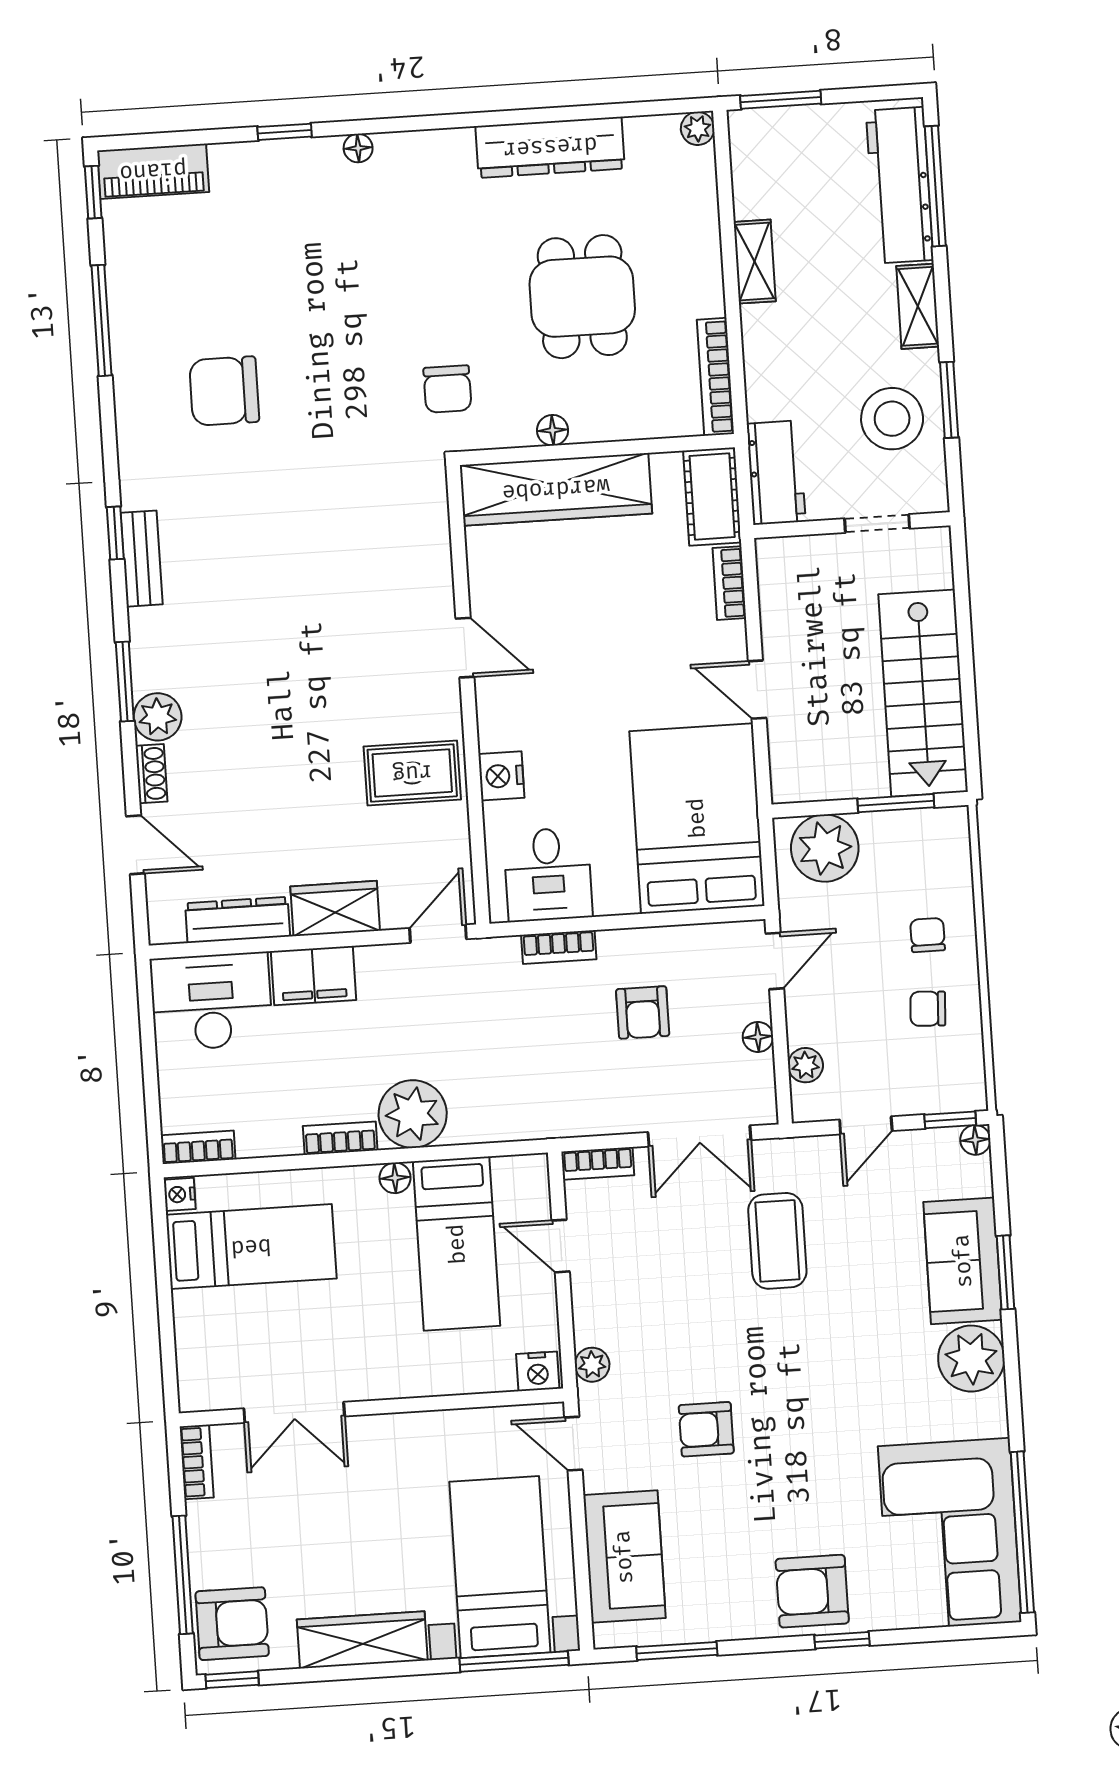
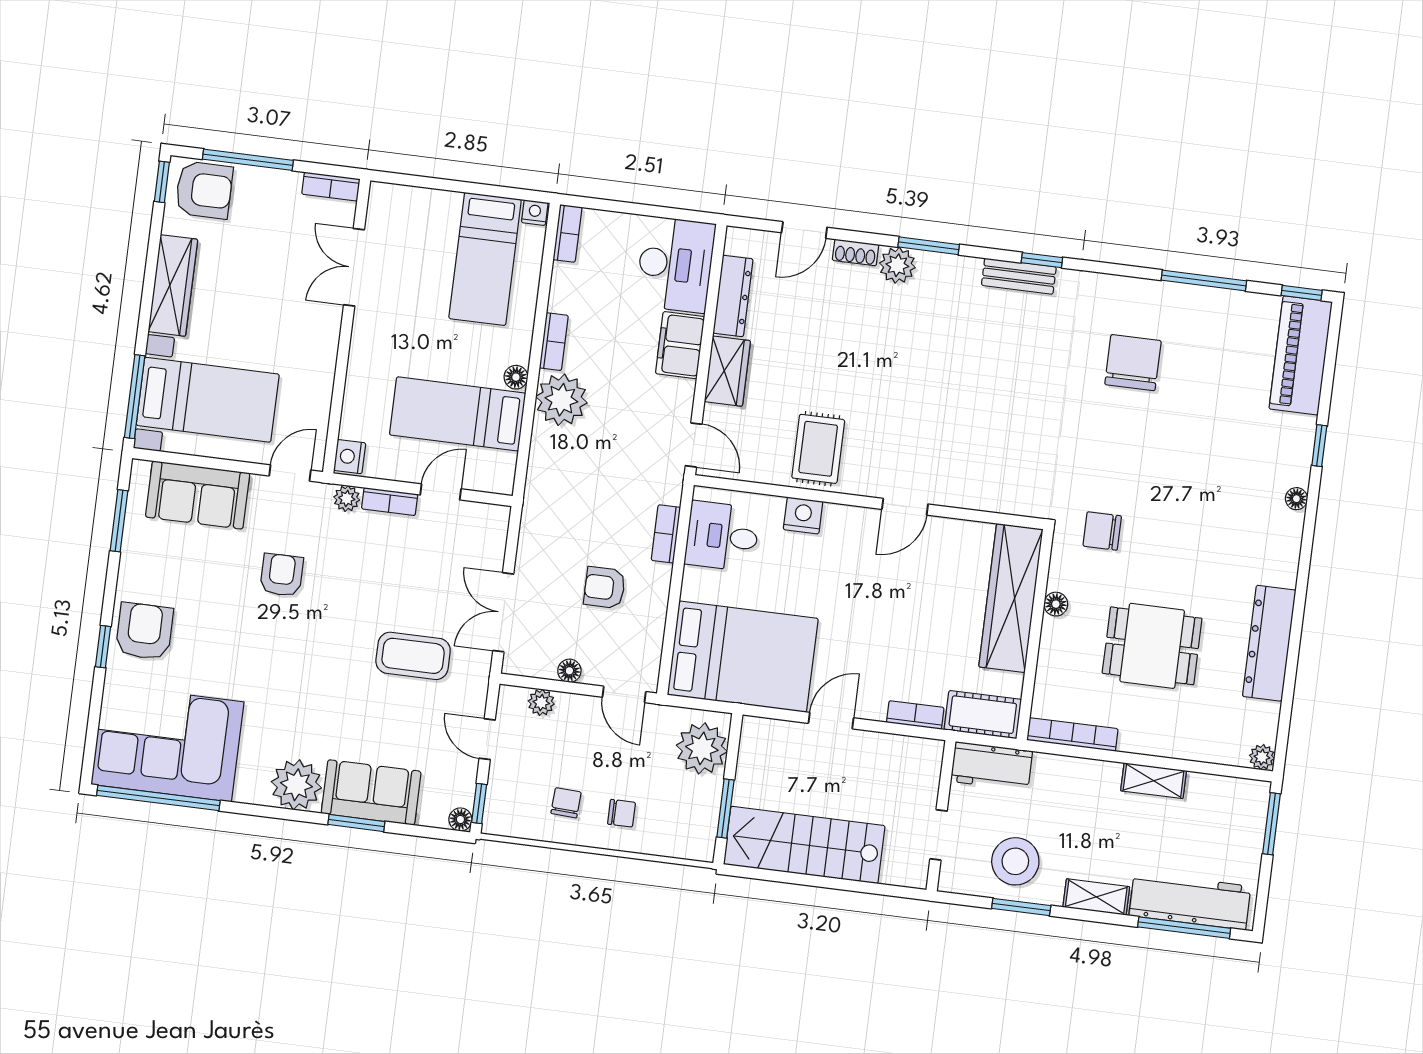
piano: (153, 171) -> (1301, 355), width x1.37, depth x1.33
bookcase: (598, 1163) -> (390, 502), moved, turned -90
armchair: (232, 1624) -> (204, 190), turned -90

